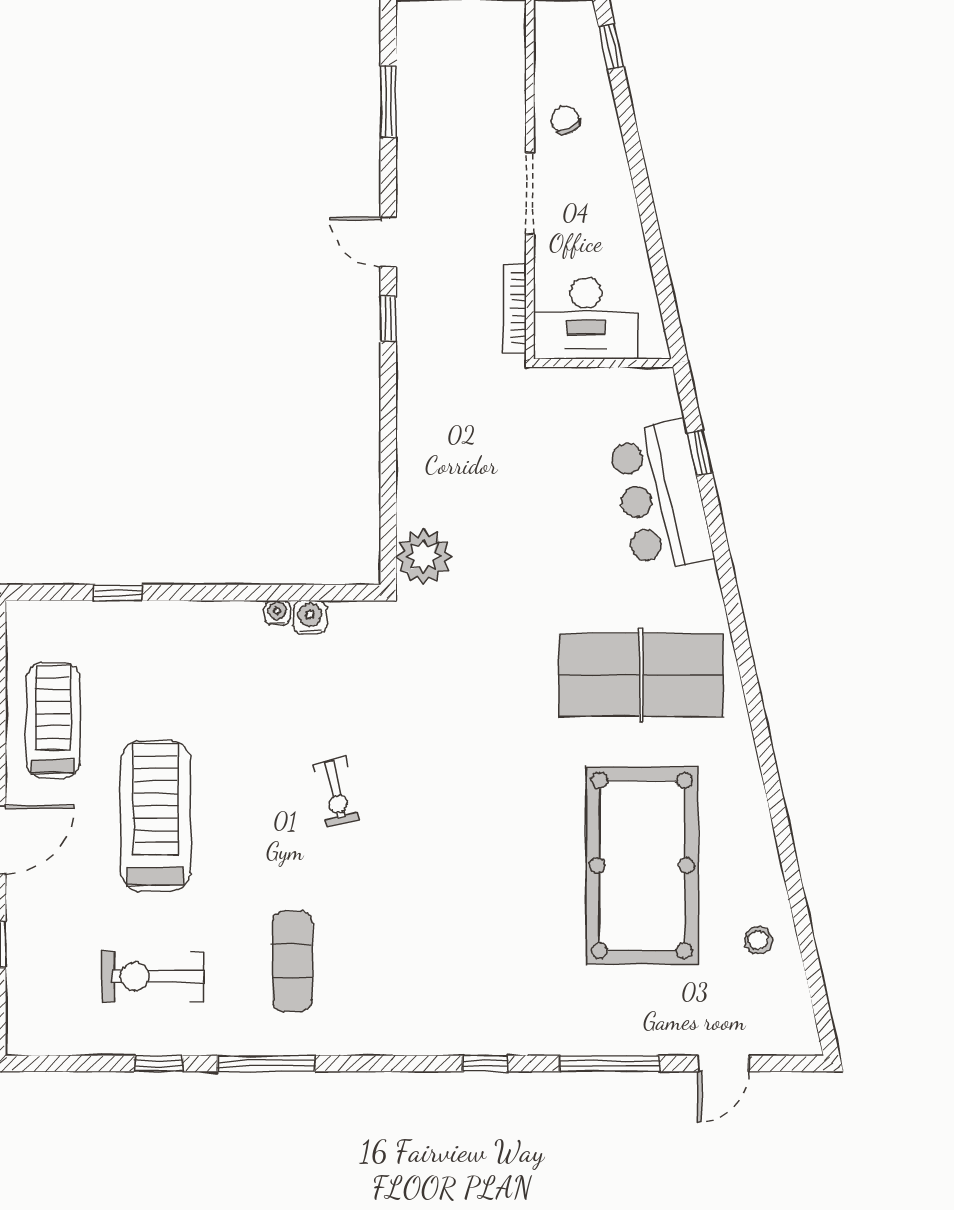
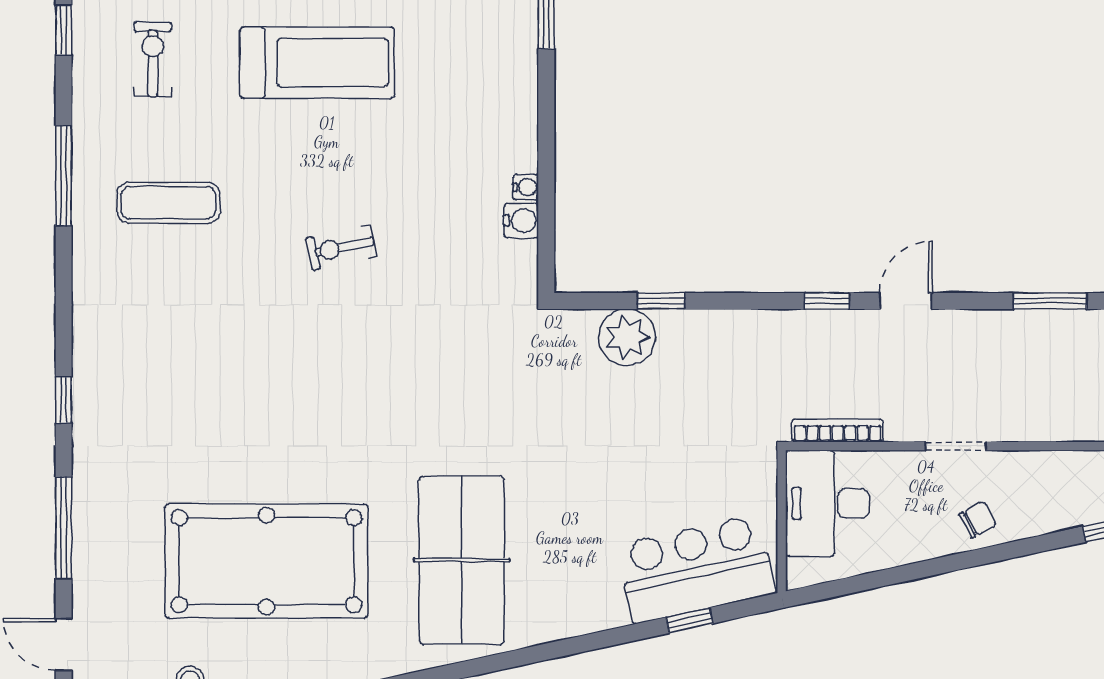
chair: (565, 120) -> (978, 520), moved
doorway: (530, 193) -> (956, 446), width x0.73
window: (388, 481) -> (661, 301), added
bar counter: (661, 497) -> (696, 569), moved
plant: (424, 557) -> (627, 337), moved
exercise bike: (153, 976) -> (153, 60), width x0.73, depth x0.72
window: (159, 1063) -> (64, 30), moved

